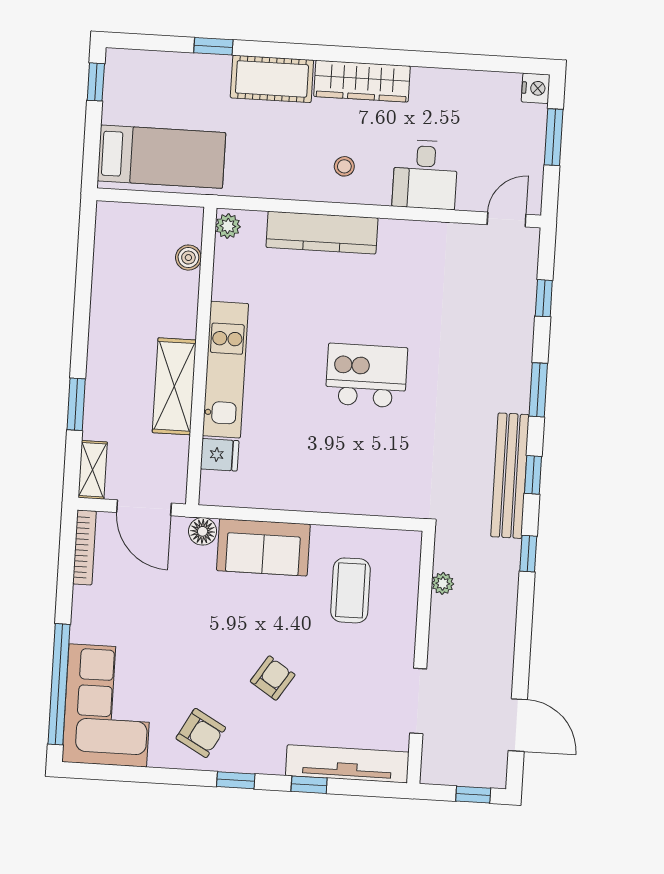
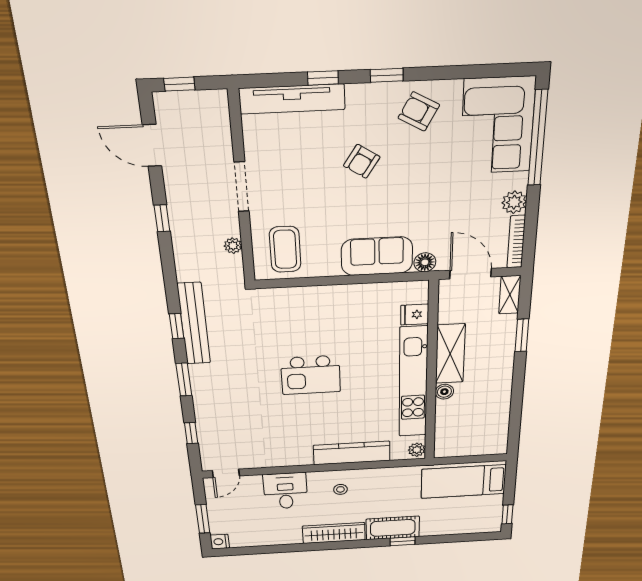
window: (213, 46) -> (403, 541), moved
boiler: (188, 258) -> (444, 392), moved
kitchen unit: (225, 370) -> (413, 383), width x1.36
window: (528, 554) -> (162, 218), moved
coffee table: (350, 590) -> (285, 249), moved
plant: (87, 603) -> (514, 202), added
doorway: (418, 701) -> (242, 187), moved

